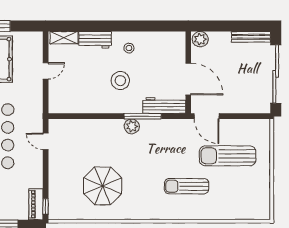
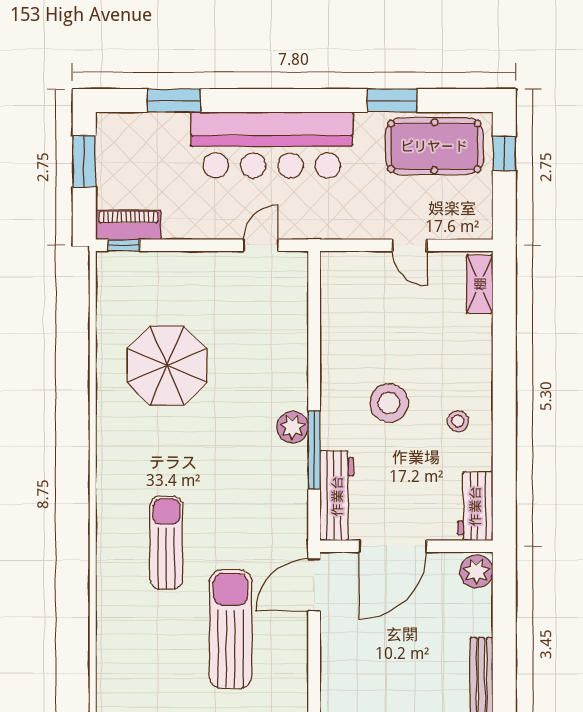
workbench: (95, 40) -> (475, 506), moved

